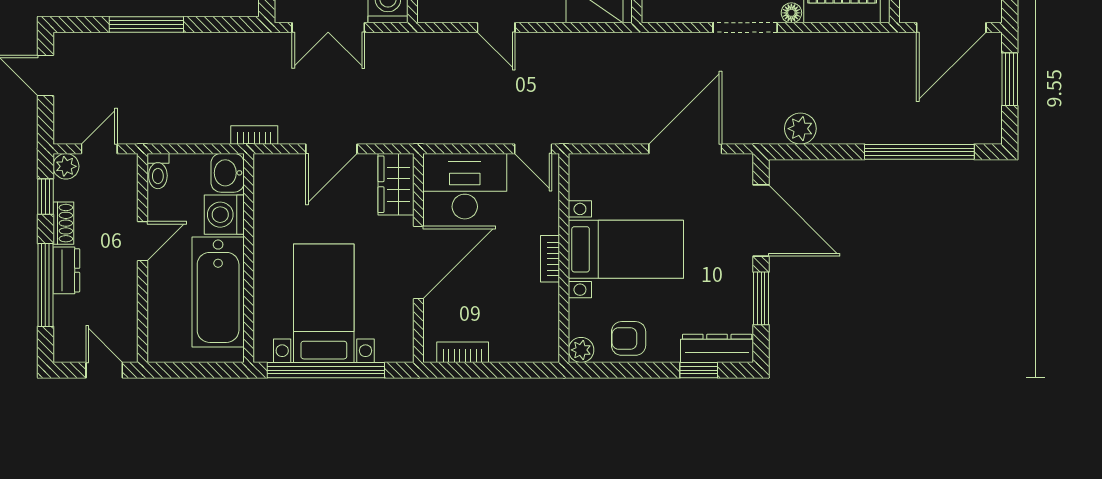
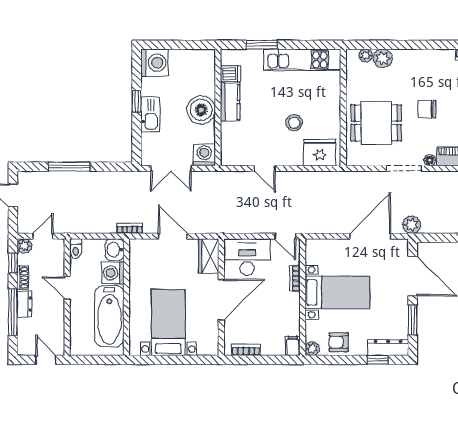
plant: (800, 129) -> (412, 225), moved
door: (331, 149) -> (173, 236), swing flipped
door: (142, 241) -> (67, 288), swing flipped
bookcase: (550, 259) -> (295, 278), moved
filing cabinet: (546, 345) -> (293, 346), added
window: (326, 370) -> (170, 360), removed

